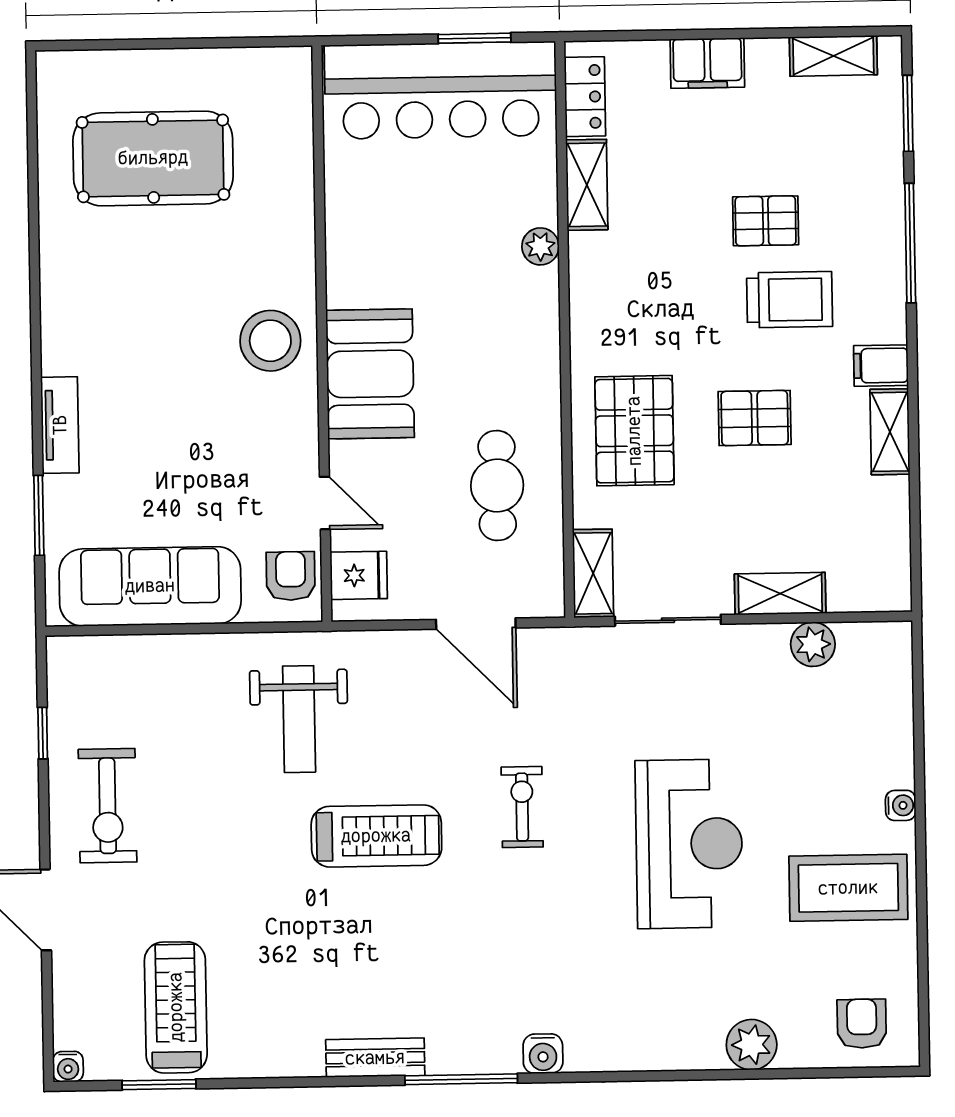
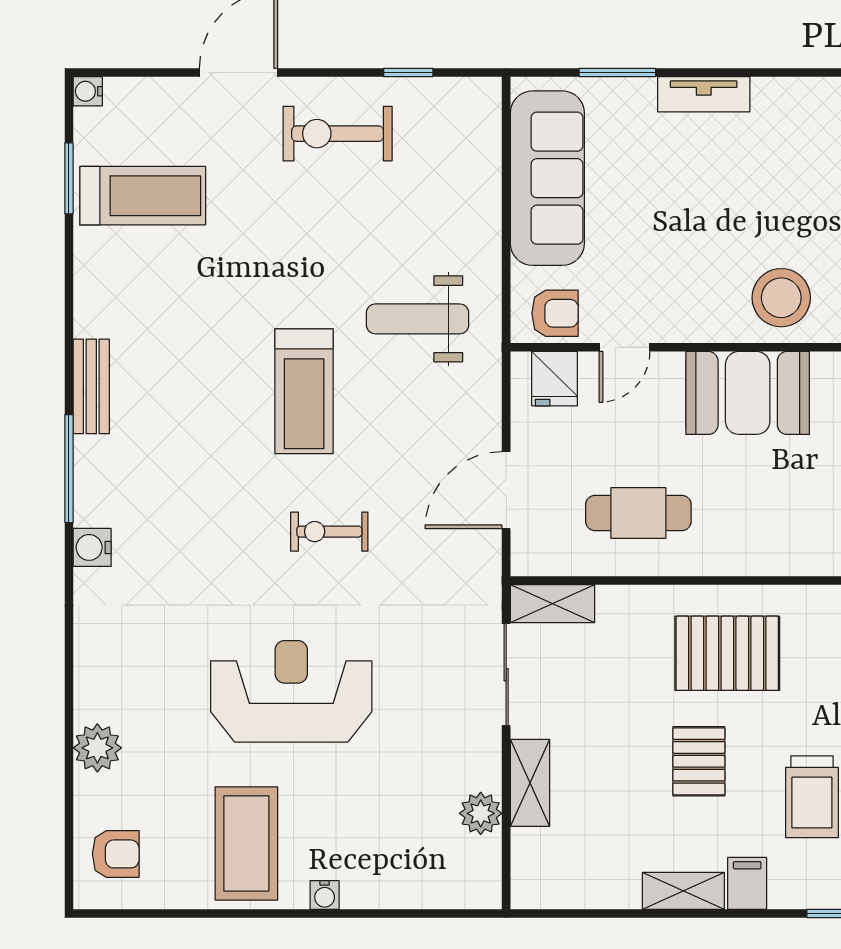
pallet: (634, 431) -> (727, 653), moved
exercise bike: (522, 807) -> (329, 532), turned 180
reception desk: (689, 844) -> (291, 691), turned 180

